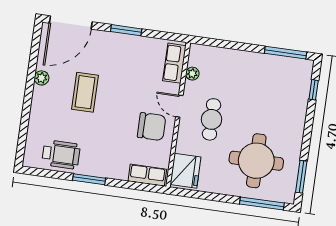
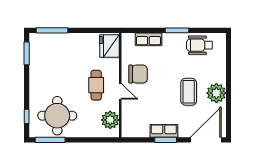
row of seats: (174, 63) -> (164, 131), moved, turned -90
plant: (192, 74) -> (110, 120), width x1.87, depth x1.87
plant: (42, 78) -> (216, 93), width x1.88, depth x1.88
chair: (152, 127) -> (138, 74), turned 180
round table: (256, 161) -> (57, 116), moved
row of seats: (147, 175) -> (148, 39), moved

